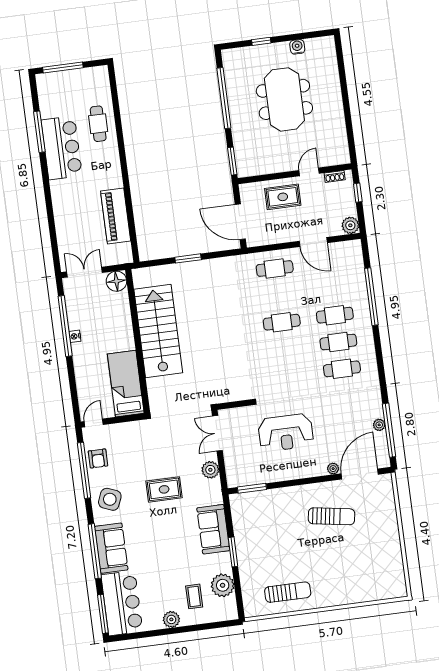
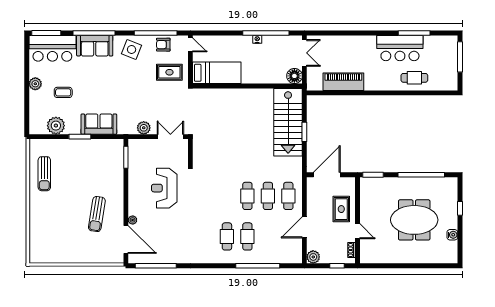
stairs: (158, 331) -> (288, 122), moved, turned 90
cafe table: (342, 369) -> (268, 196), moved
plant: (379, 425) -> (161, 259), removed
rug: (164, 489) -> (169, 72), moved, turned 90
coffee table: (194, 596) -> (63, 92), moved

